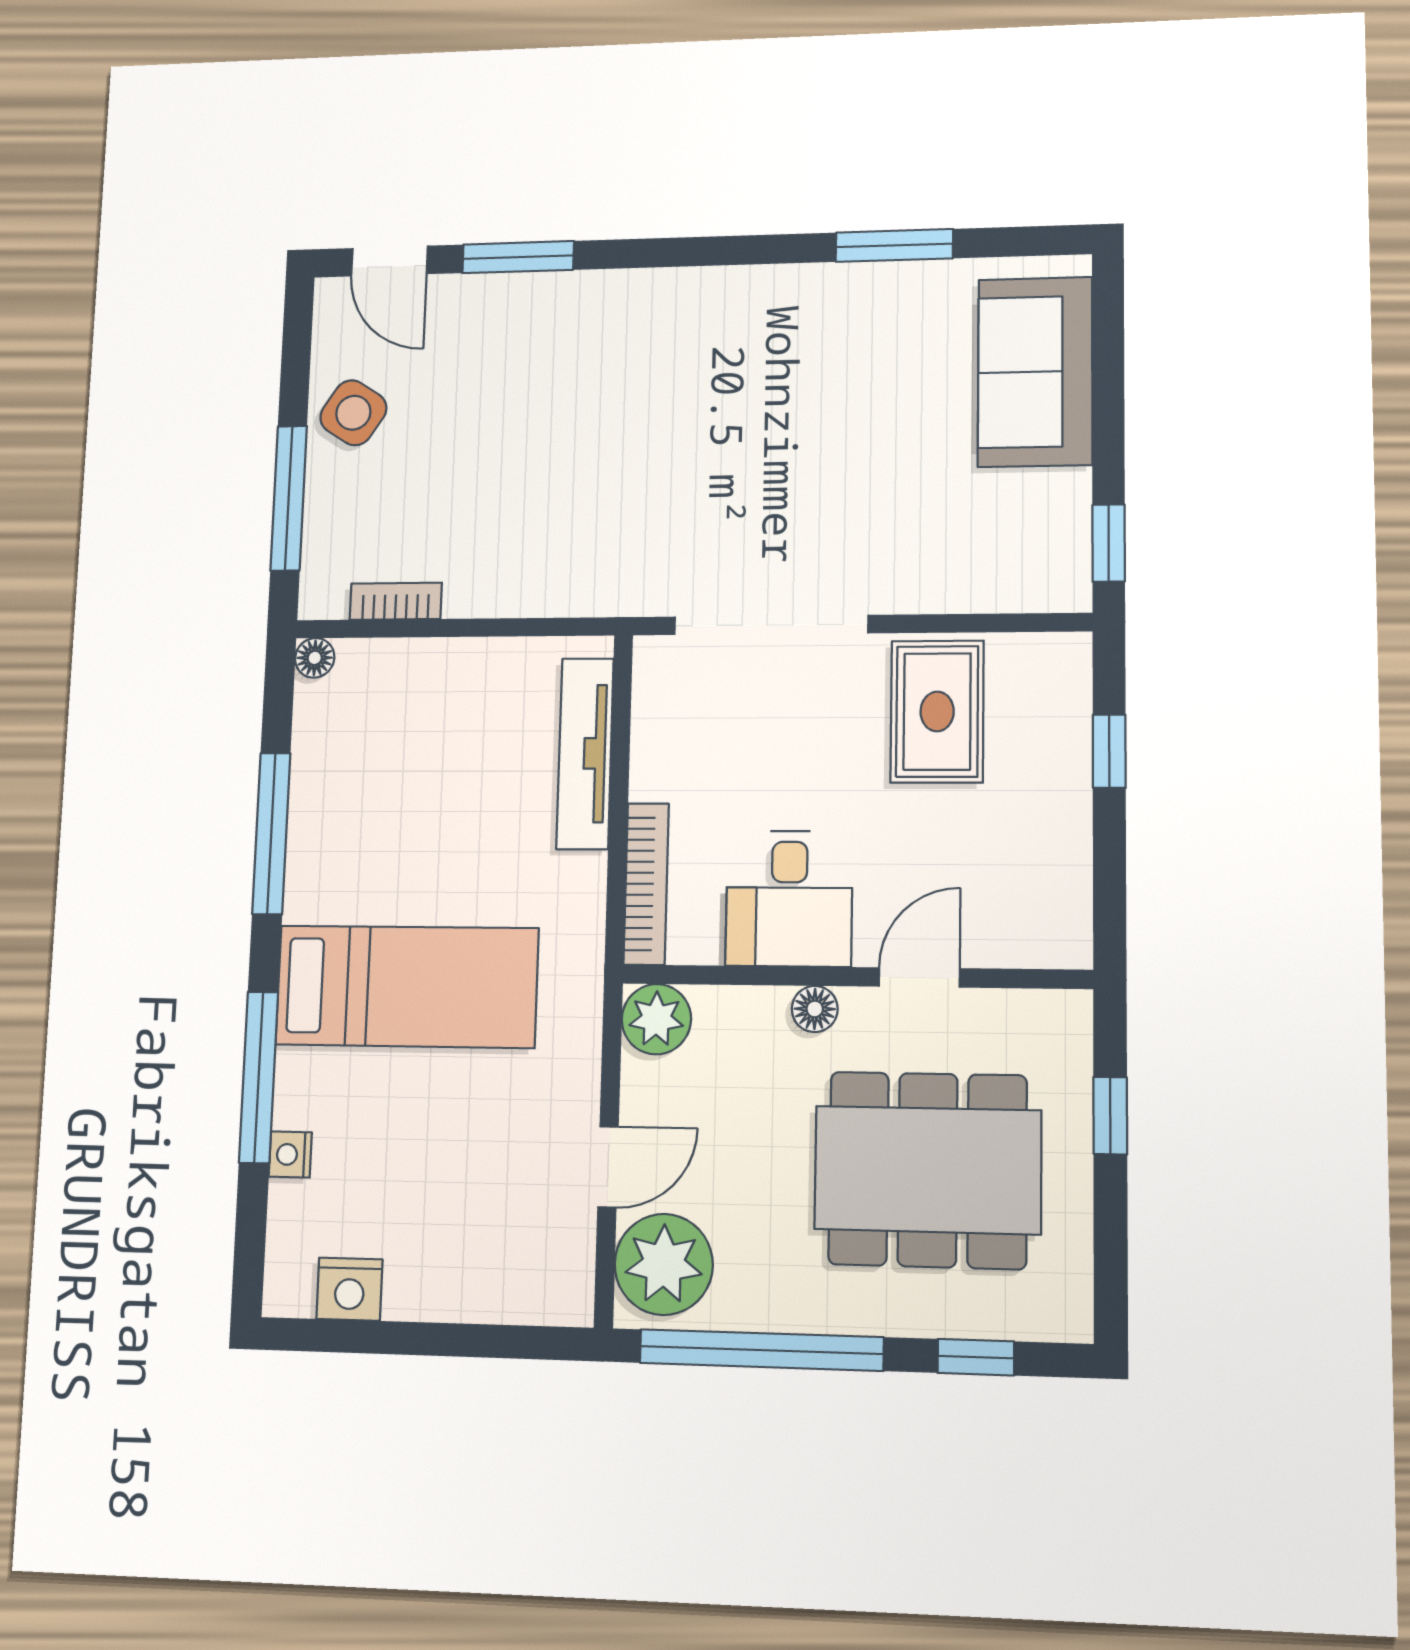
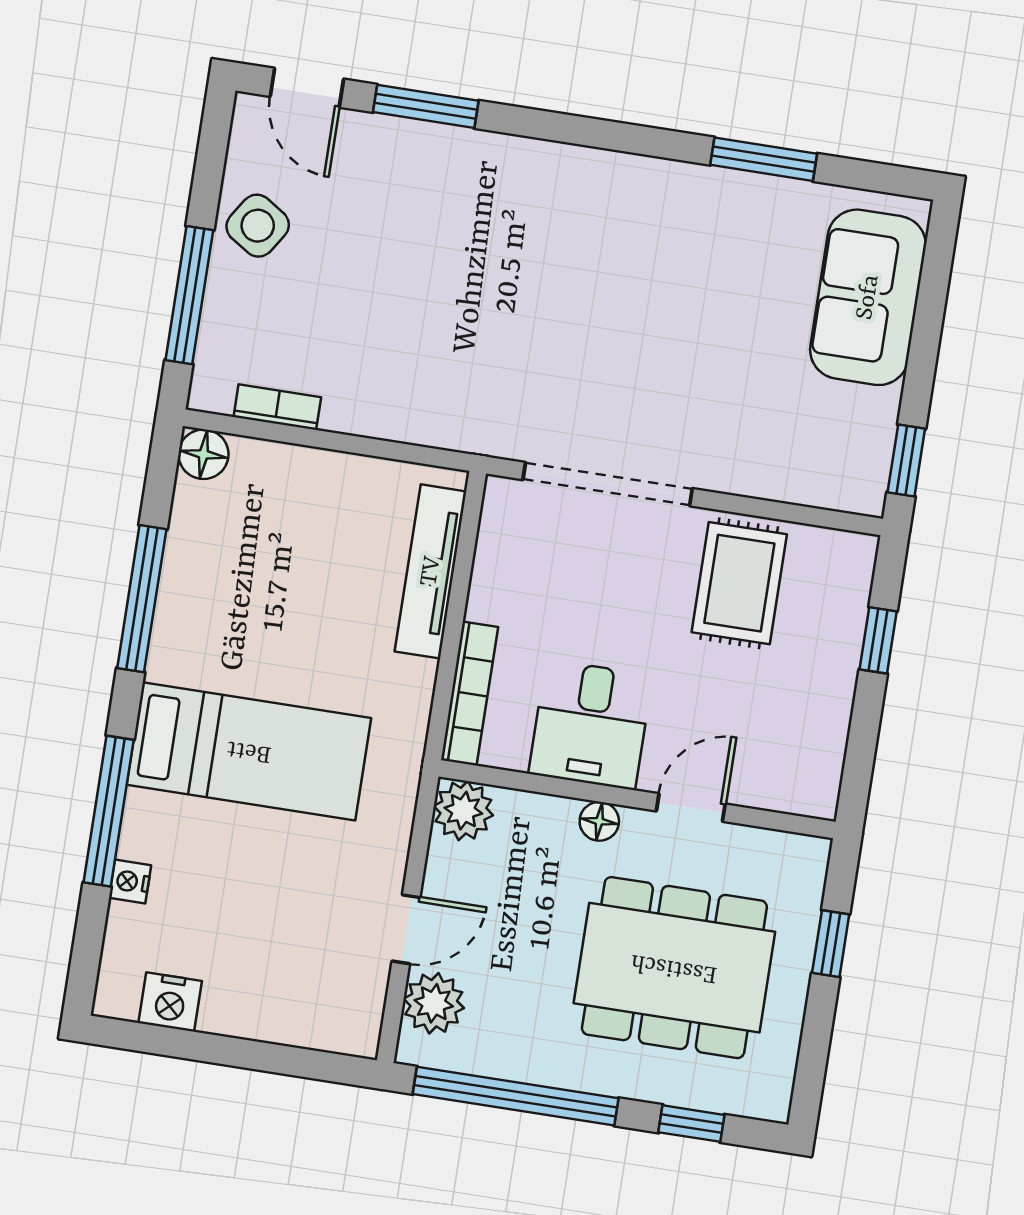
floor lamp: (315, 658) -> (203, 454), width x1.37, depth x1.37
plant: (664, 1264) -> (434, 1003), width x0.73, depth x0.73

